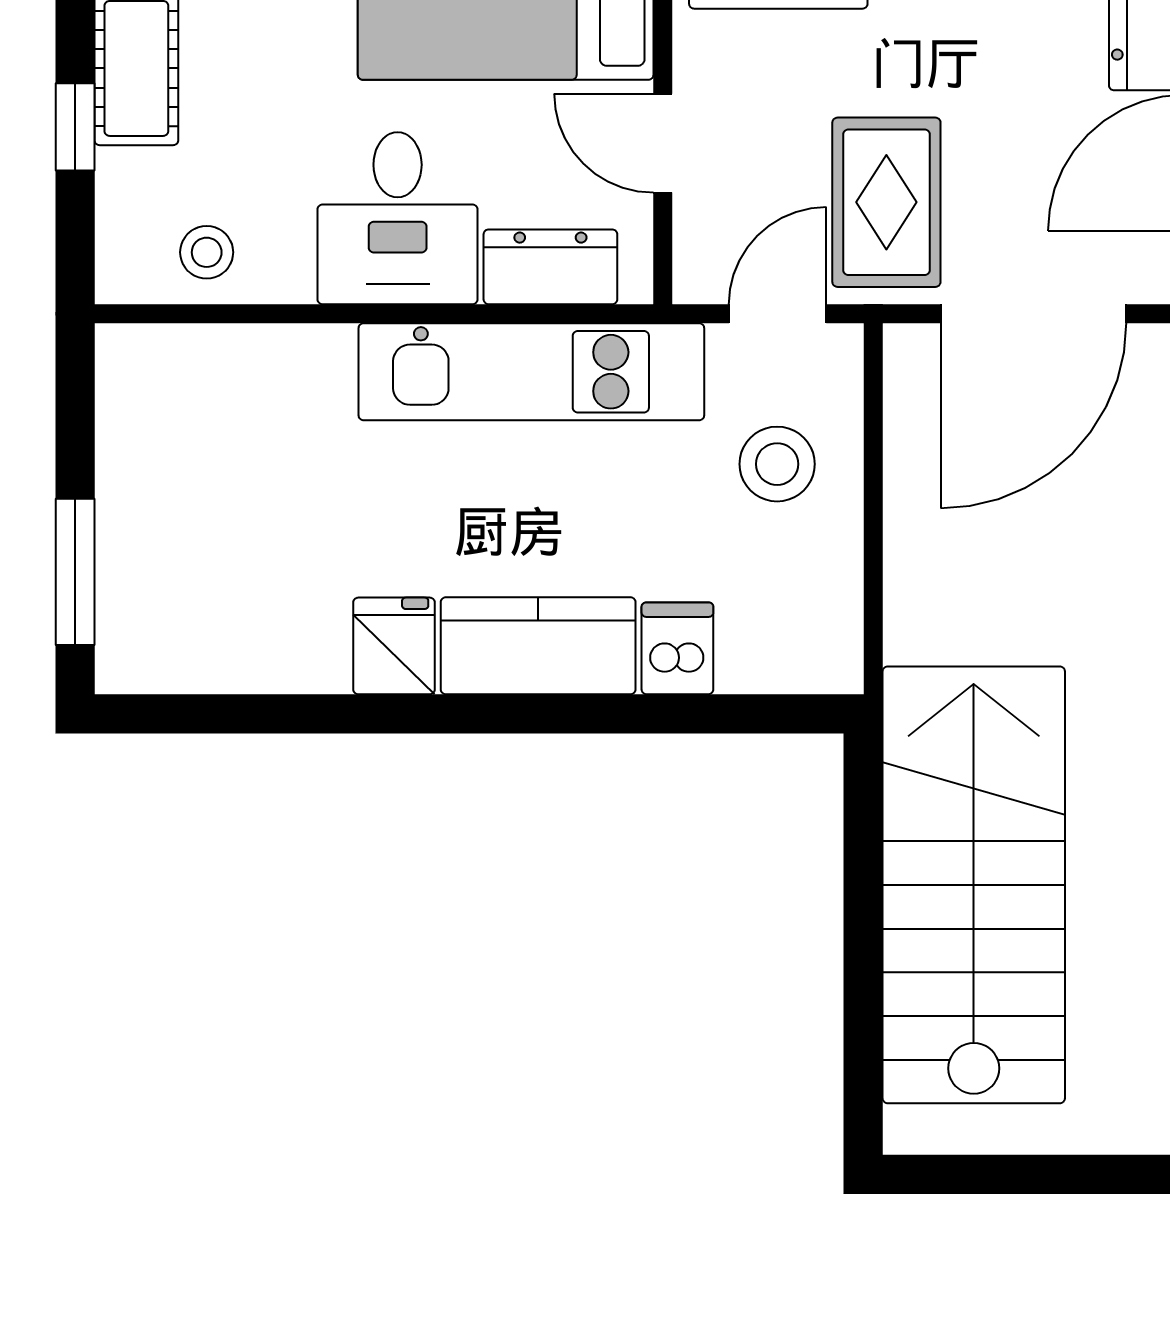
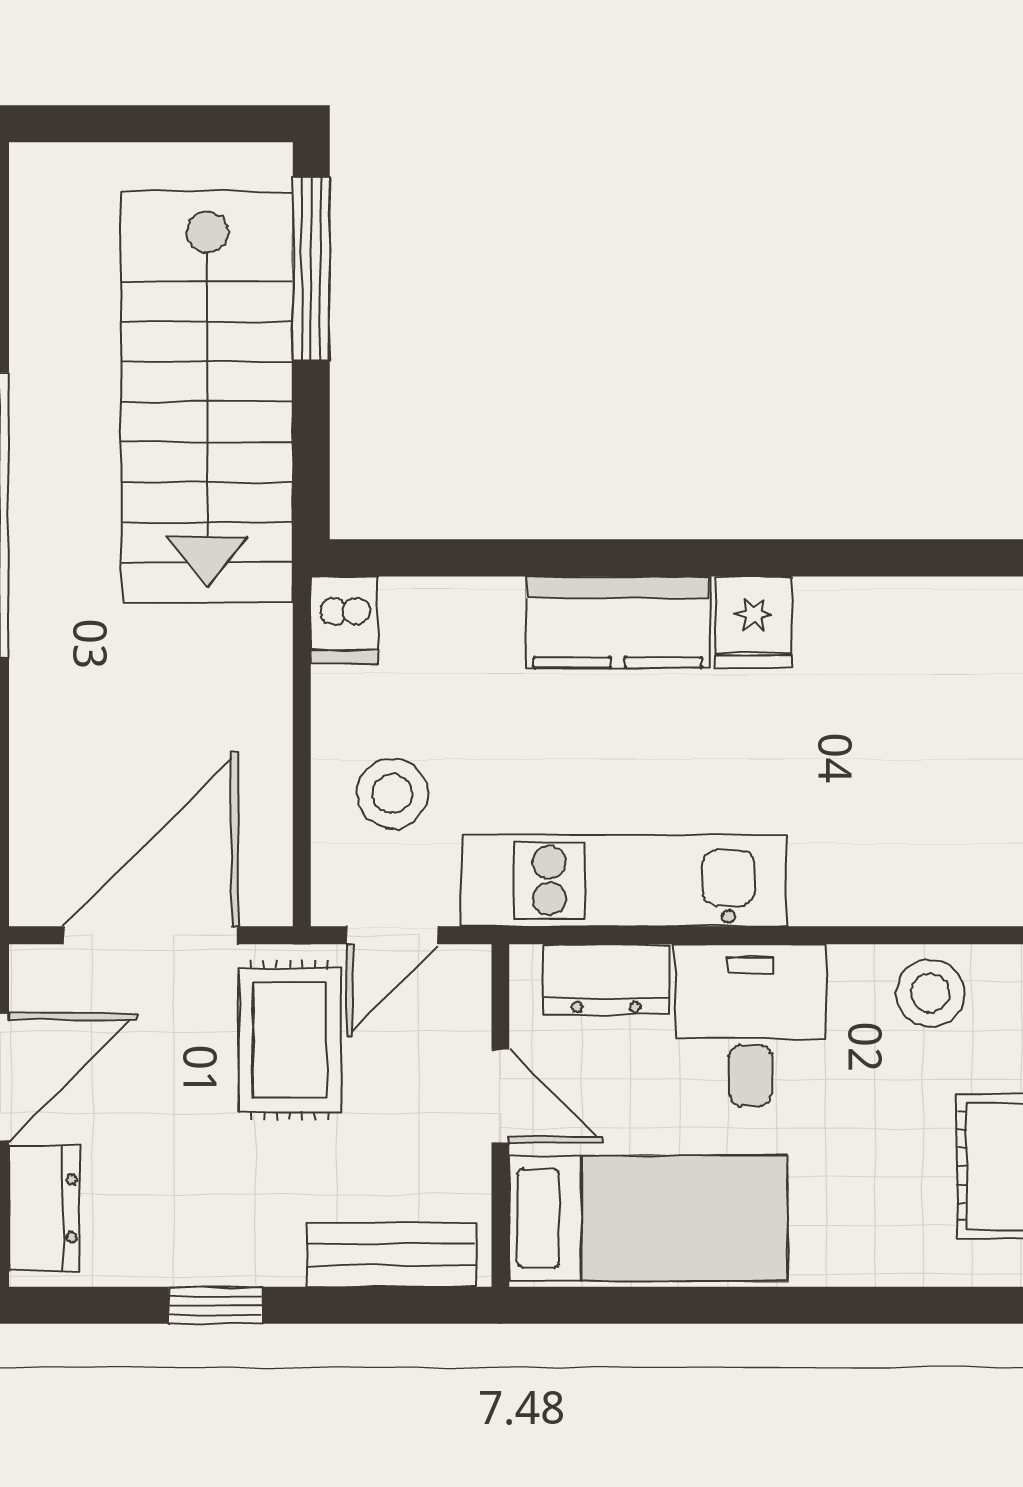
stool: (207, 252) -> (930, 993), width x1.37, depth x1.37
dishwasher: (677, 648) -> (344, 620), moved
window: (863, 1020) -> (311, 269), added

